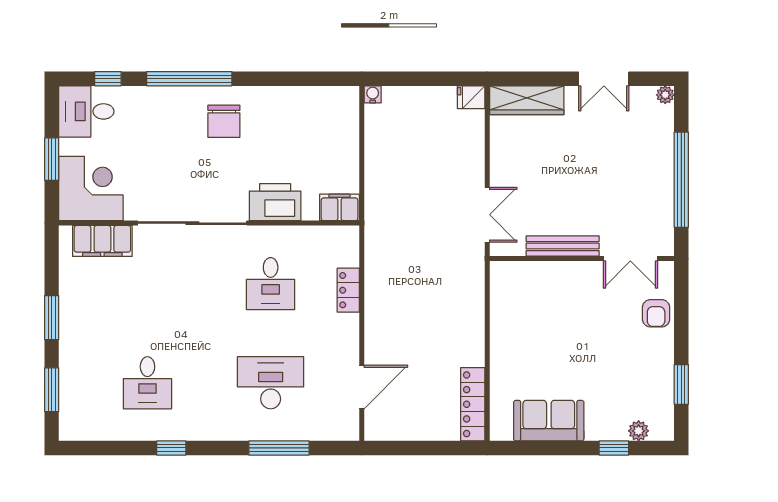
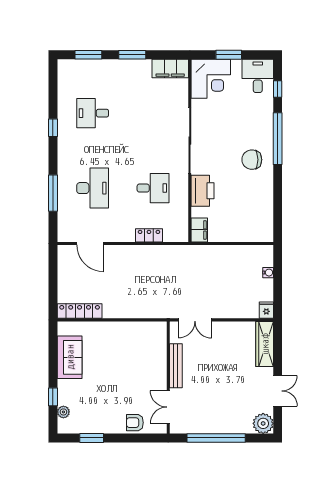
double door: (604, 79) -> (278, 391), swing flipped
water cooler: (373, 94) -> (268, 273), moved
plant: (665, 95) -> (263, 423), width x1.87, depth x1.87
filing cabinet: (102, 241) -> (170, 69), moved, turned -90
desk: (271, 284) -> (153, 188), turned 180

